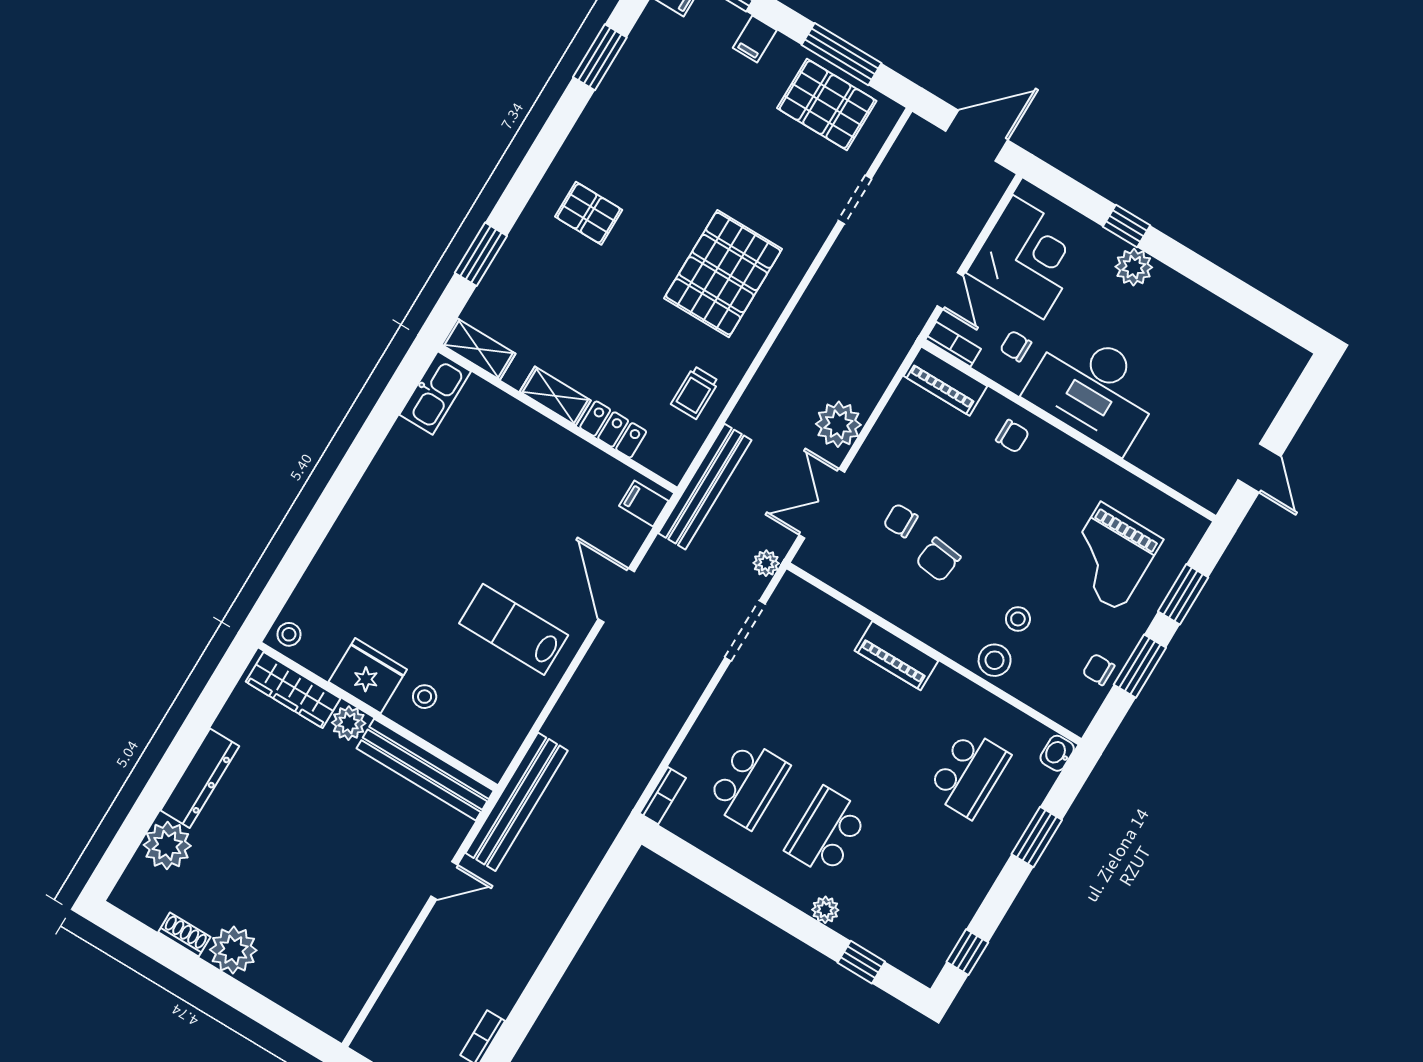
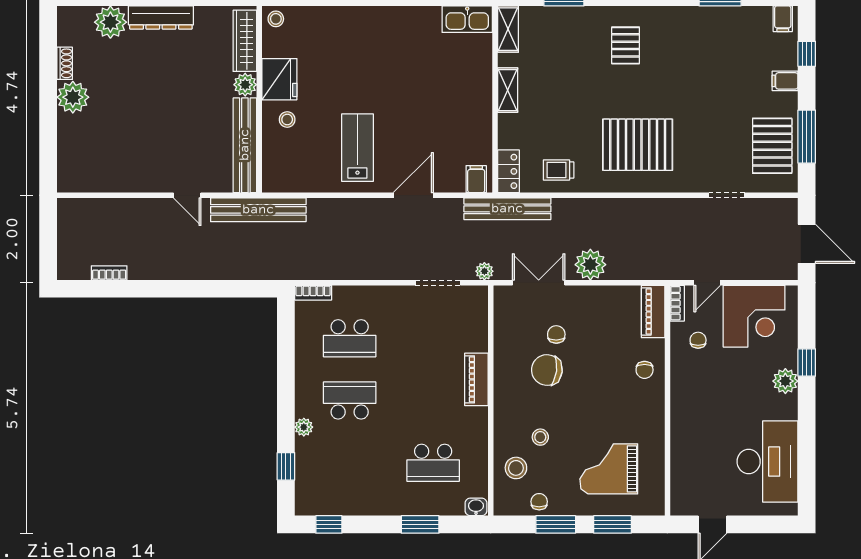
desk: (1094, 389) -> (768, 462), moved, turned 180
locker: (613, 430) -> (508, 171), moved
chair: (938, 560) -> (547, 370), width x1.37, depth x1.37
stool: (995, 660) -> (516, 468), moved

